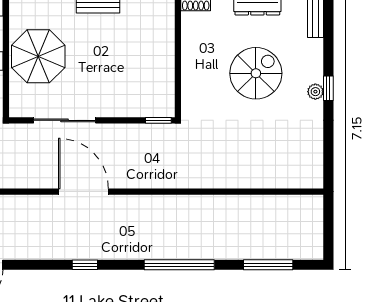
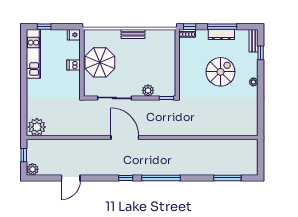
window: (328, 88) -> (261, 53), moved
plant: (125, 107) -> (148, 90), added
window: (179, 265) -> (161, 178), moved

